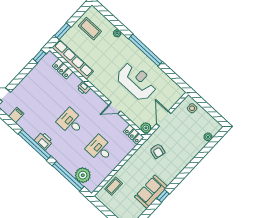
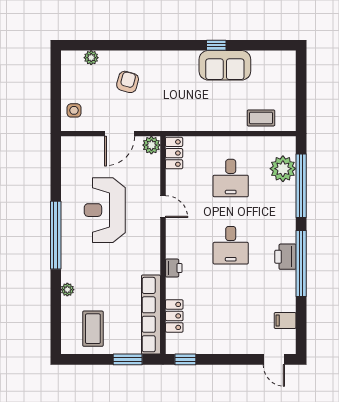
armchair: (157, 151) -> (128, 82), moved

